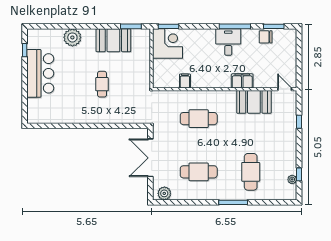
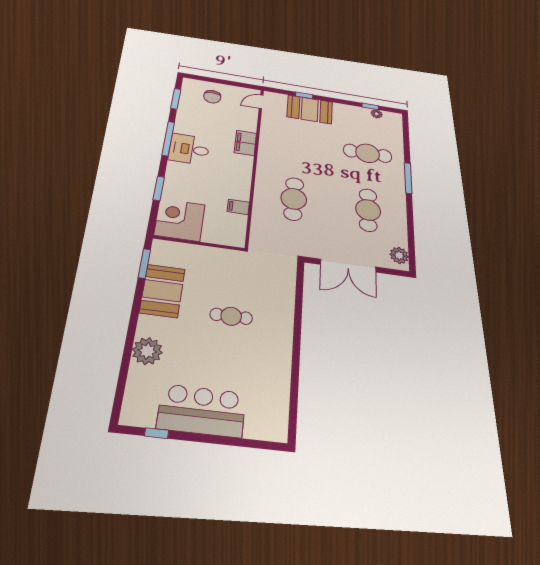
window: (169, 26) -> (159, 188), moved
chair: (266, 37) -> (212, 97), moved
booth: (254, 102) -> (310, 109), moved, turned 90

